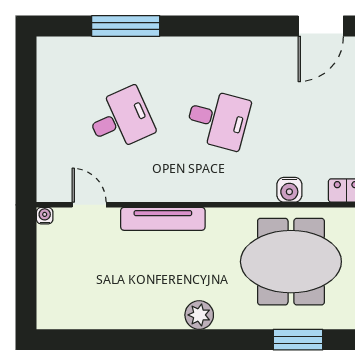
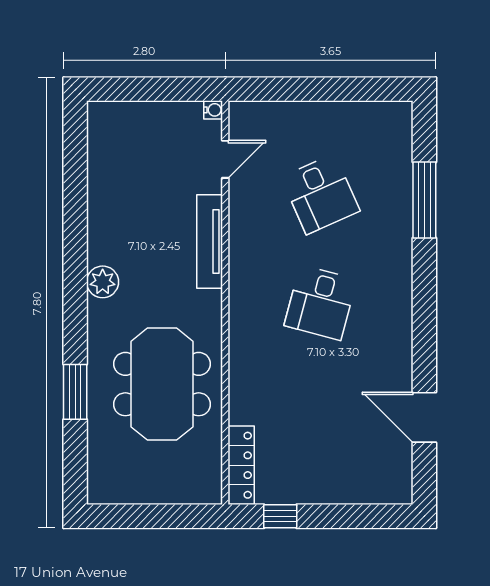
water cooler: (289, 190) -> (242, 382), removed

